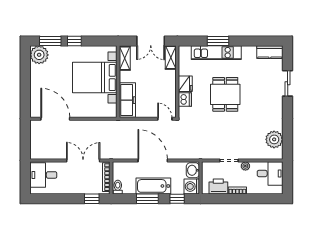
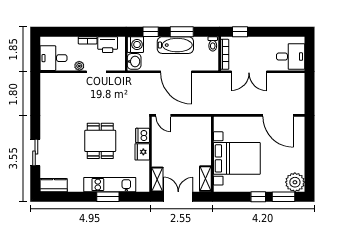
freezer: (127, 100) -> (203, 135), removed
plant: (274, 139) -> (49, 94), removed

